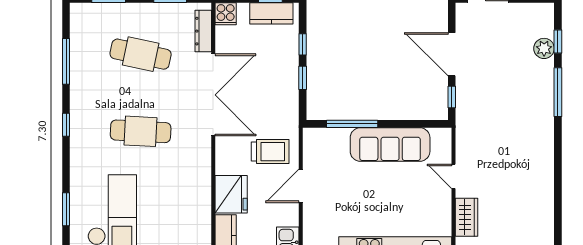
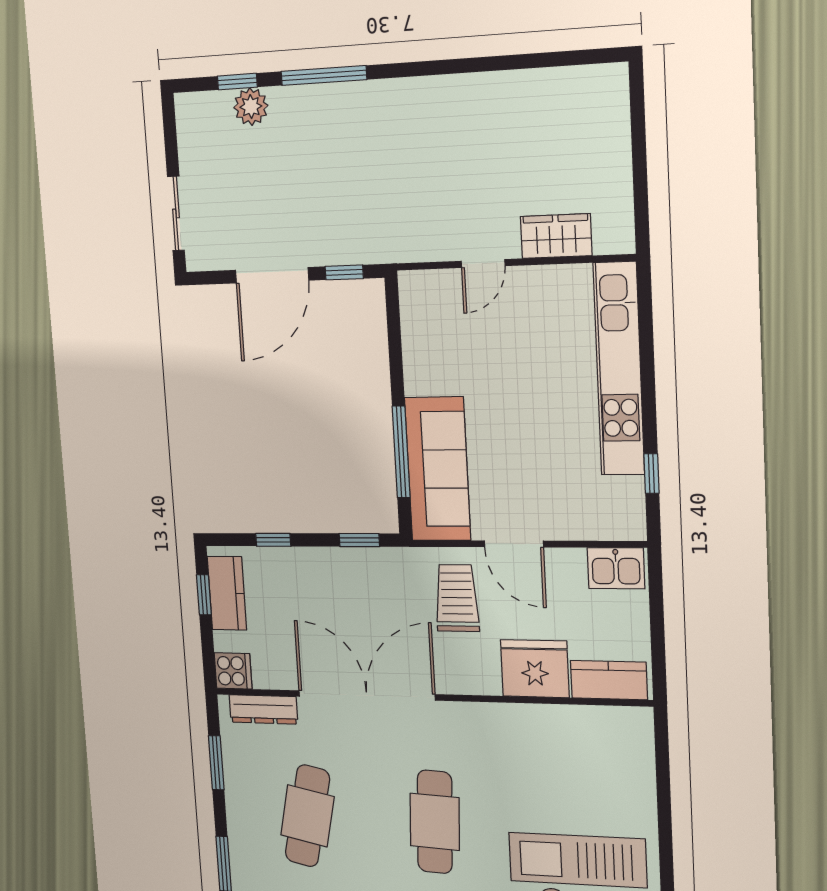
window: (303, 78) -> (359, 540), moved
sofa: (390, 144) -> (438, 469), moved

